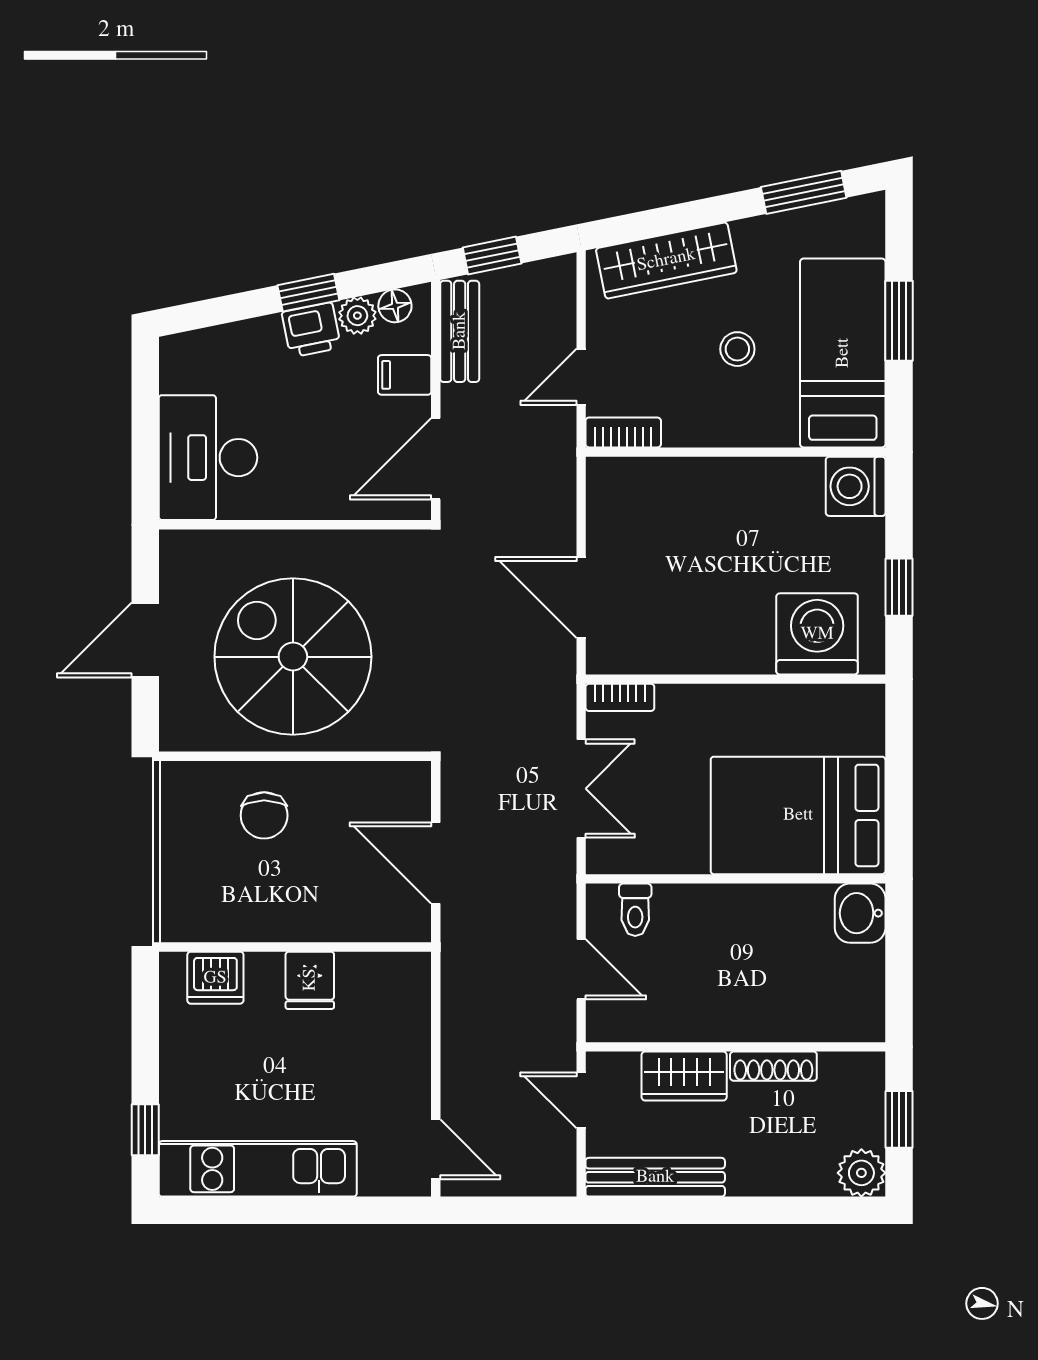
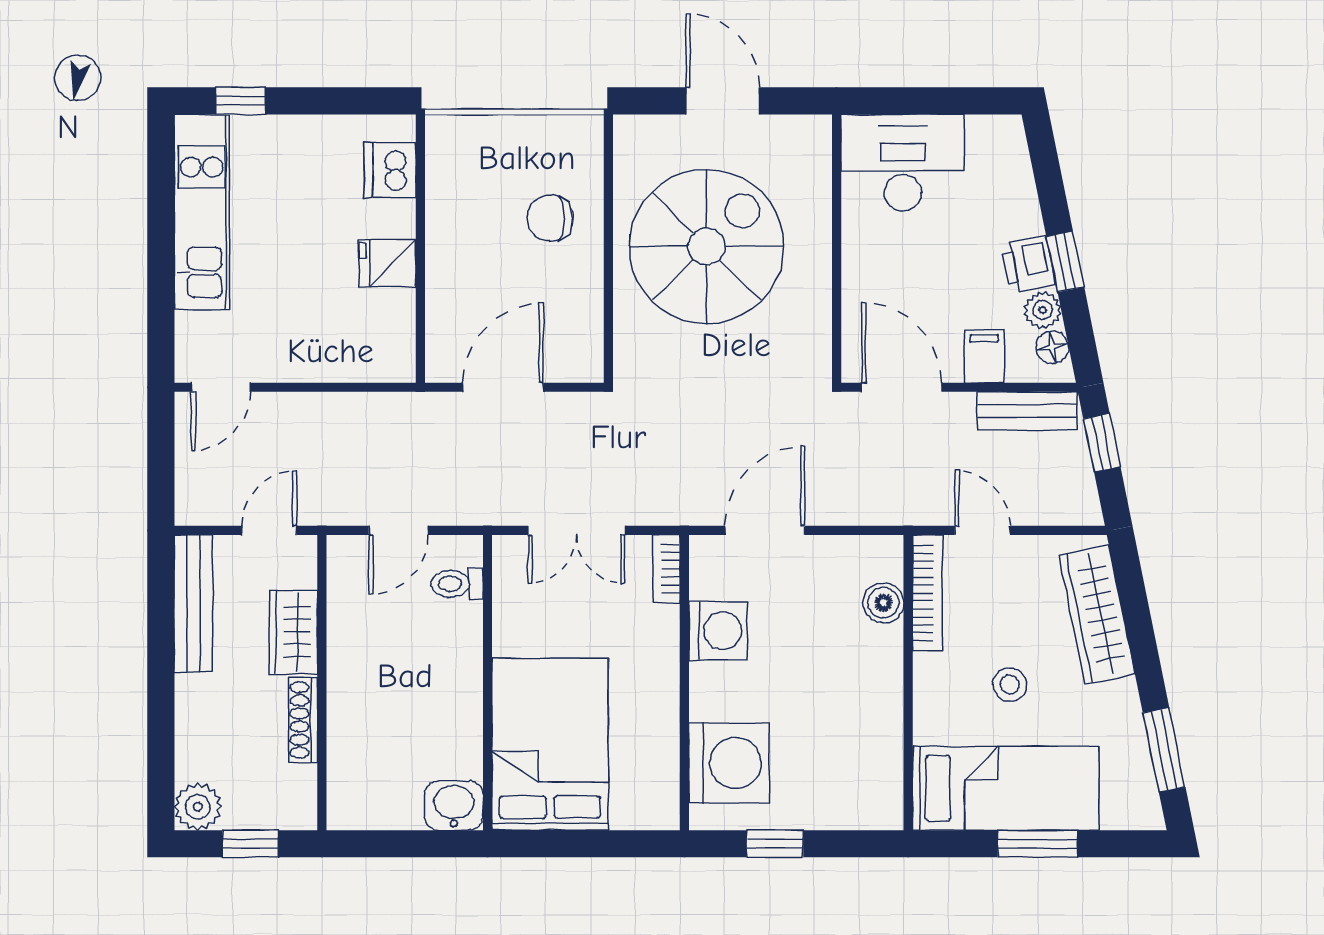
bookcase: (623, 432) -> (927, 593), width x1.56
boiler: (654, 477) -> (883, 603), added
washing machine: (856, 486) -> (718, 631), moved, turned 90

